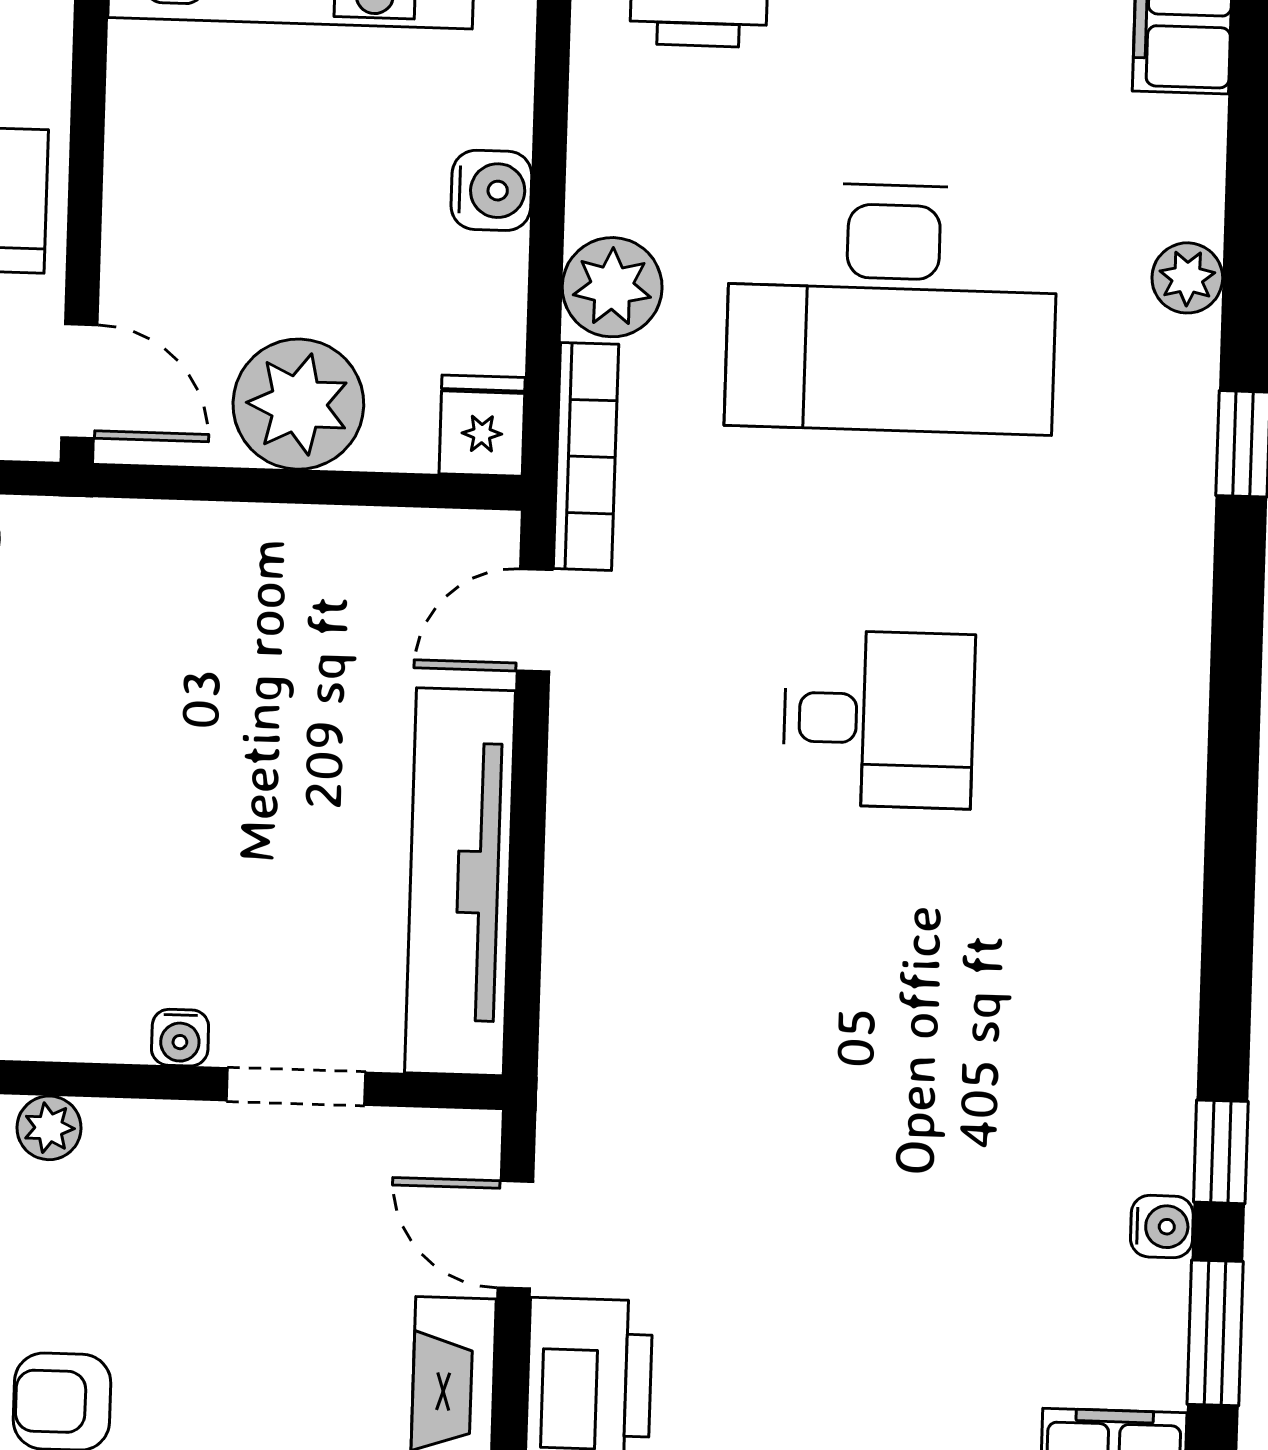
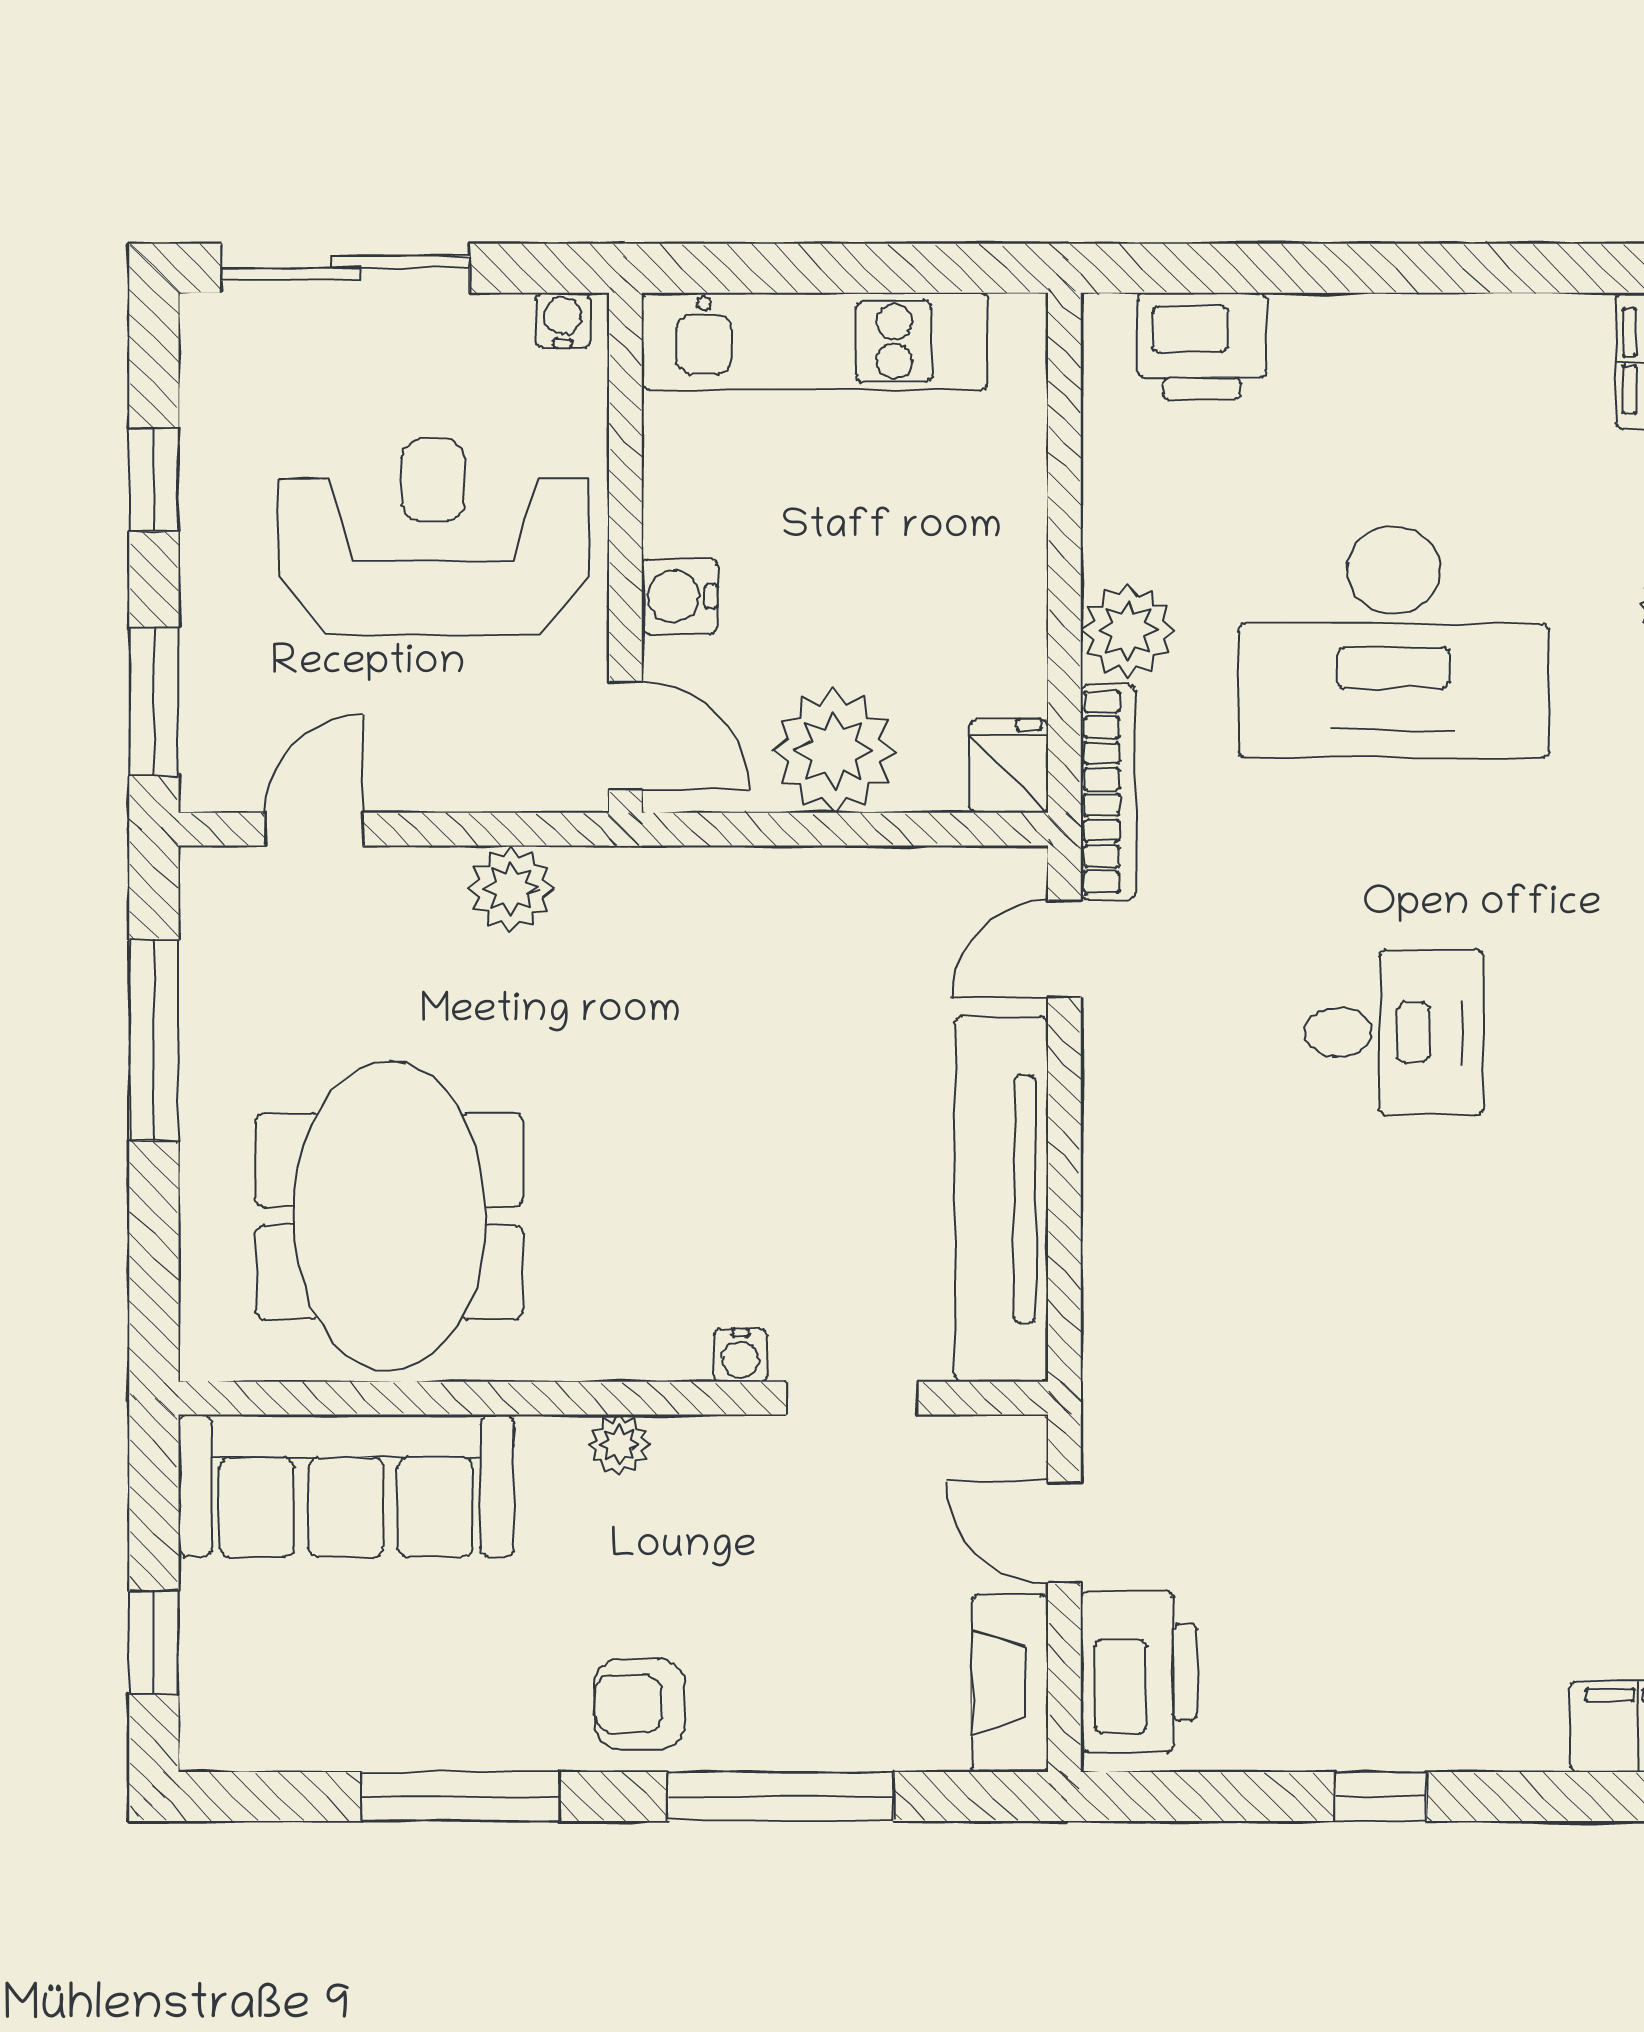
water cooler: (491, 190) -> (679, 596), moved, turned 180

